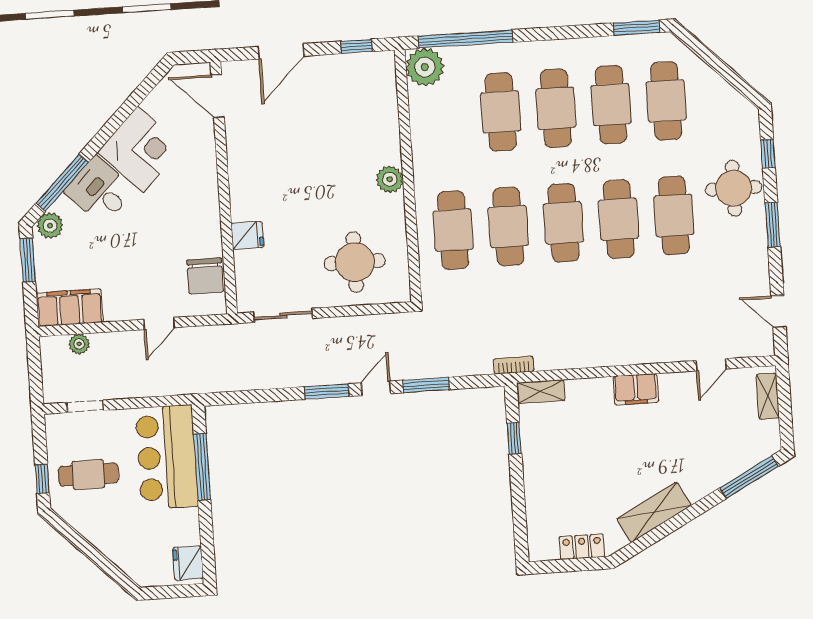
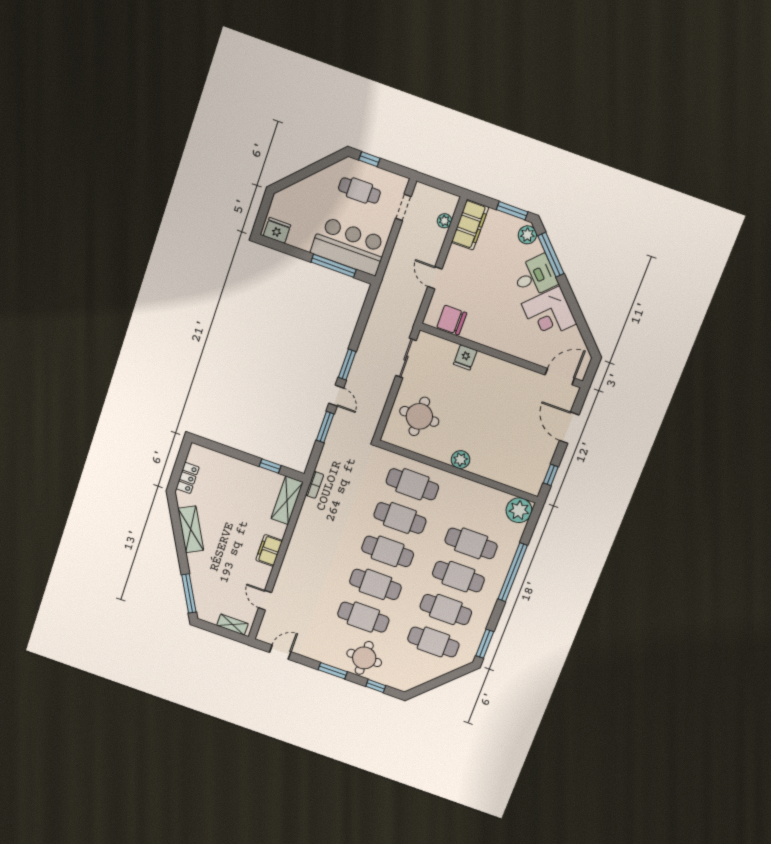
window: (465, 39) -> (513, 572), moved
shelving: (541, 392) -> (287, 500), width x1.50, depth x1.33
cafe table: (88, 475) -> (359, 191), turned 90

